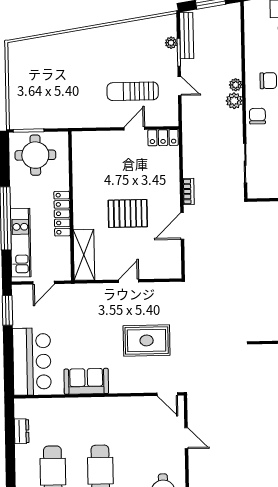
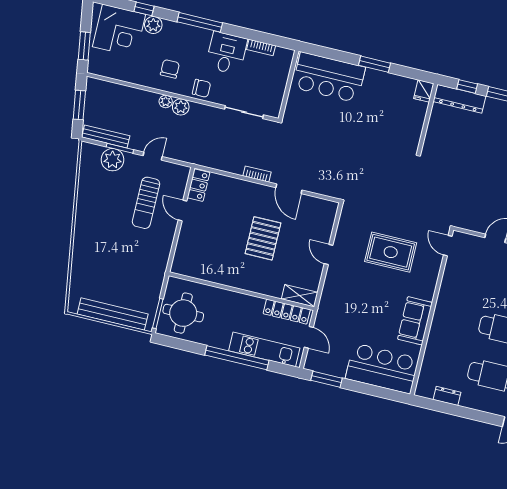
plant: (171, 43) -> (113, 160), width x1.88, depth x1.88
bench: (17, 87) -> (113, 314), added
chair: (257, 116) -> (201, 88), turned 180
locker: (62, 214) -> (287, 312), moved
shelving: (84, 255) -> (300, 296), width x0.67, depth x0.75
rug: (147, 340) -> (391, 252), turned 90
door: (167, 394) -> (448, 246), swing flipped

